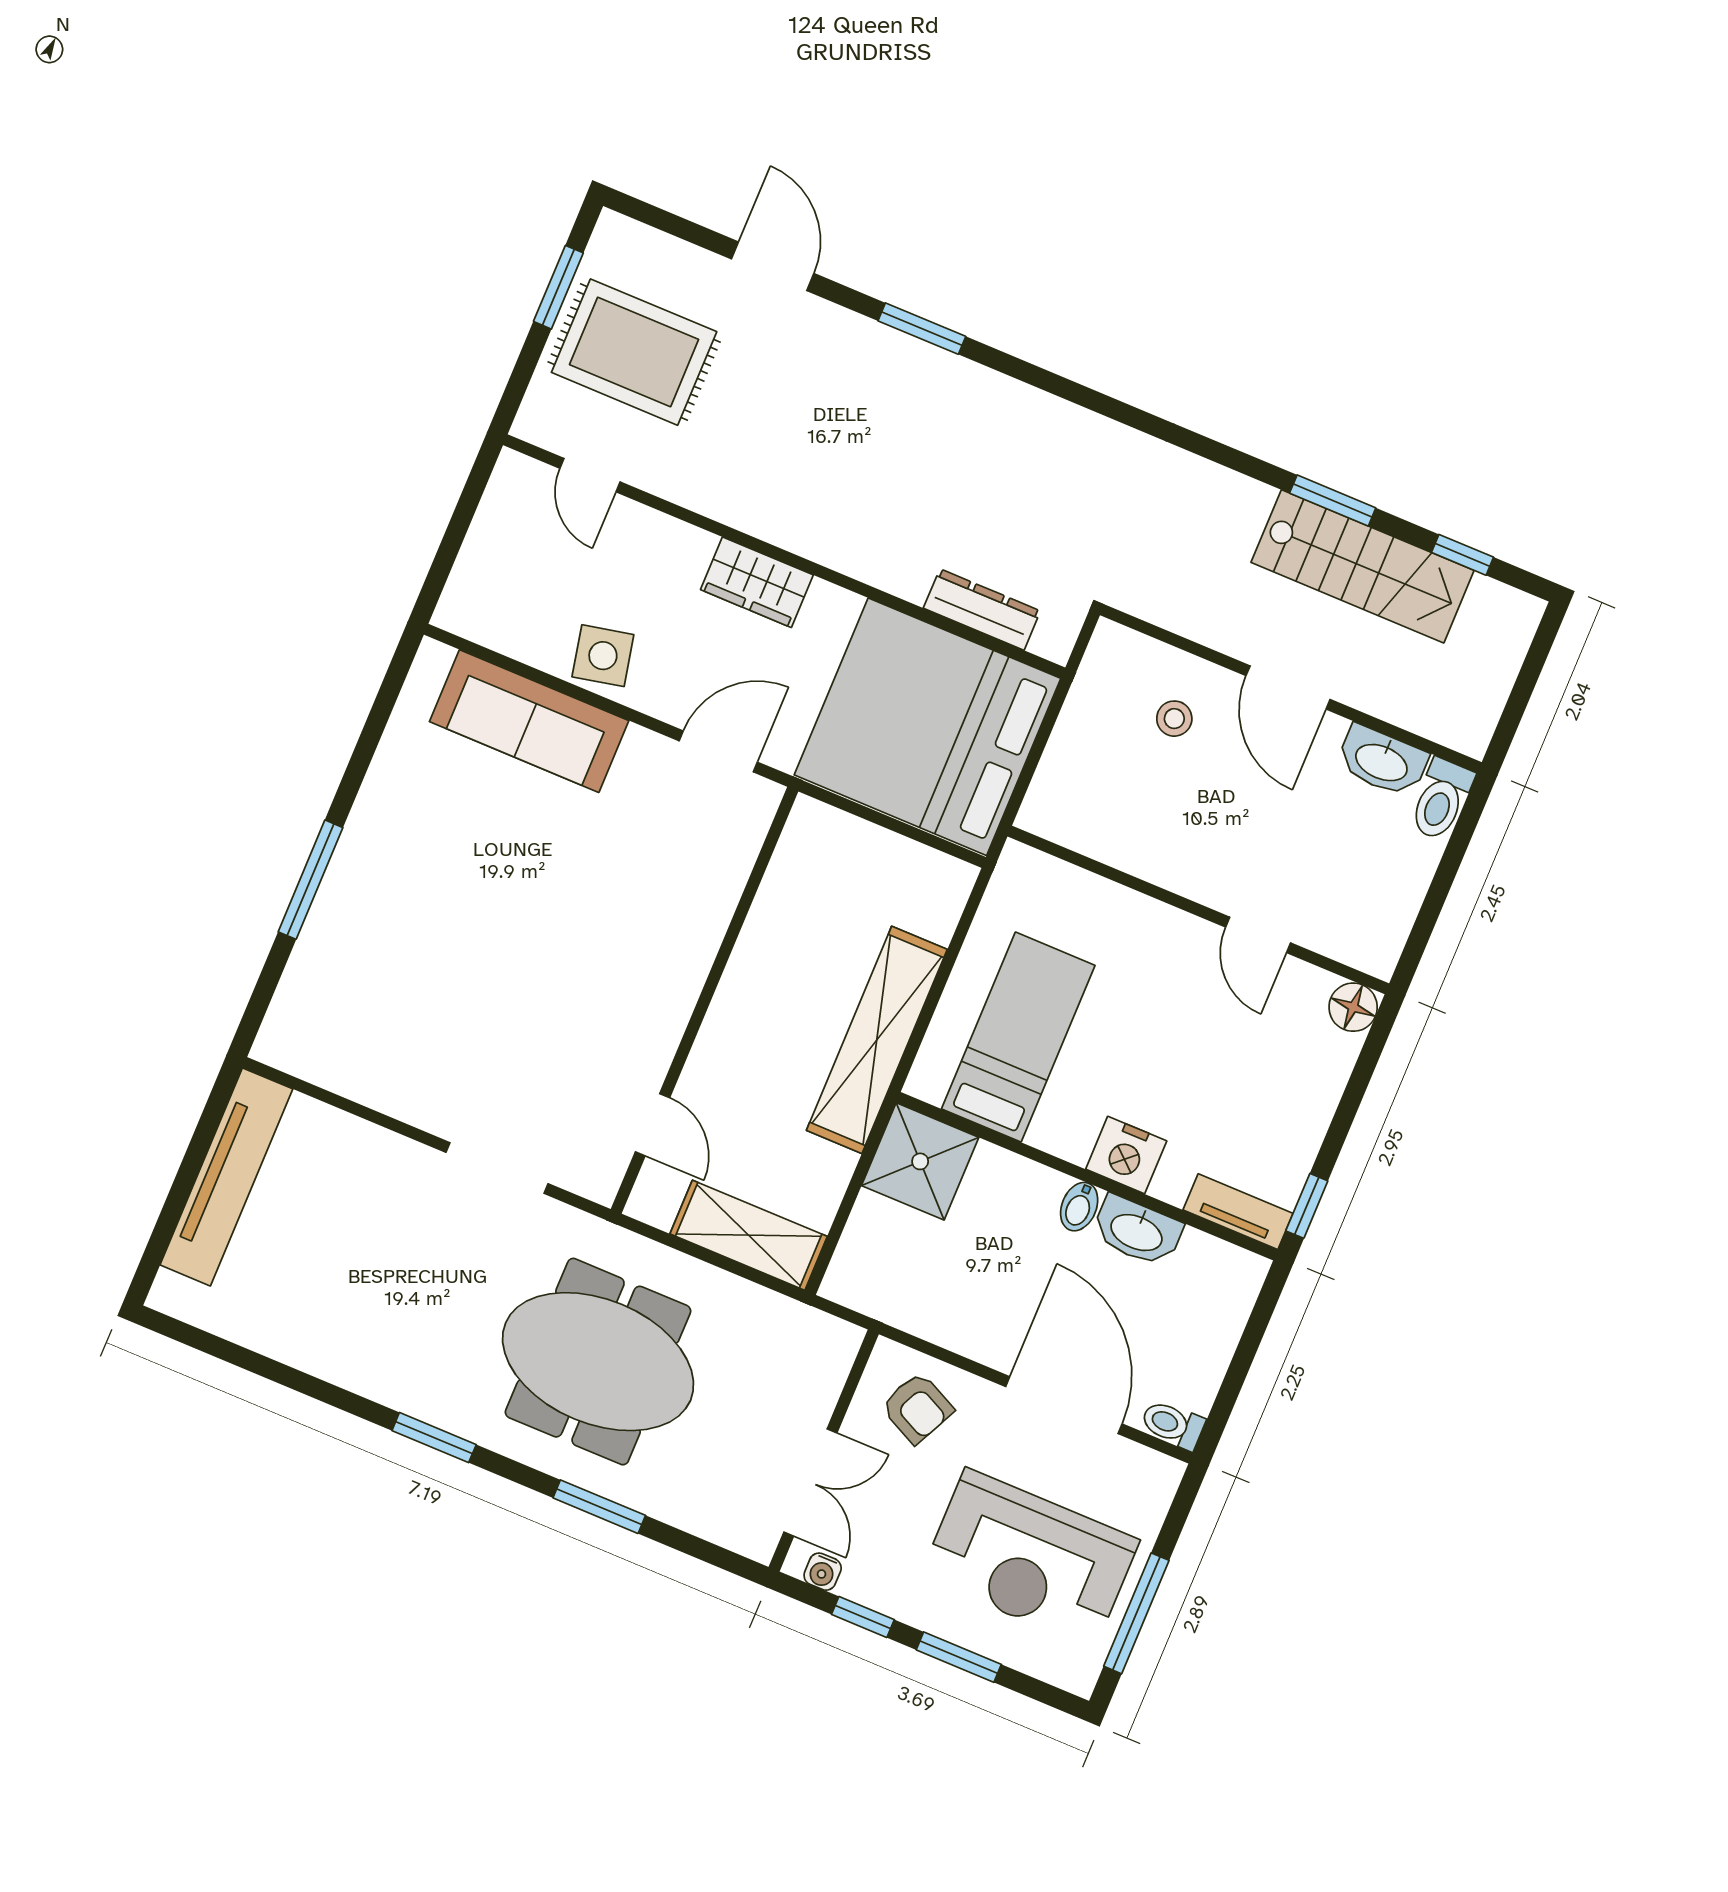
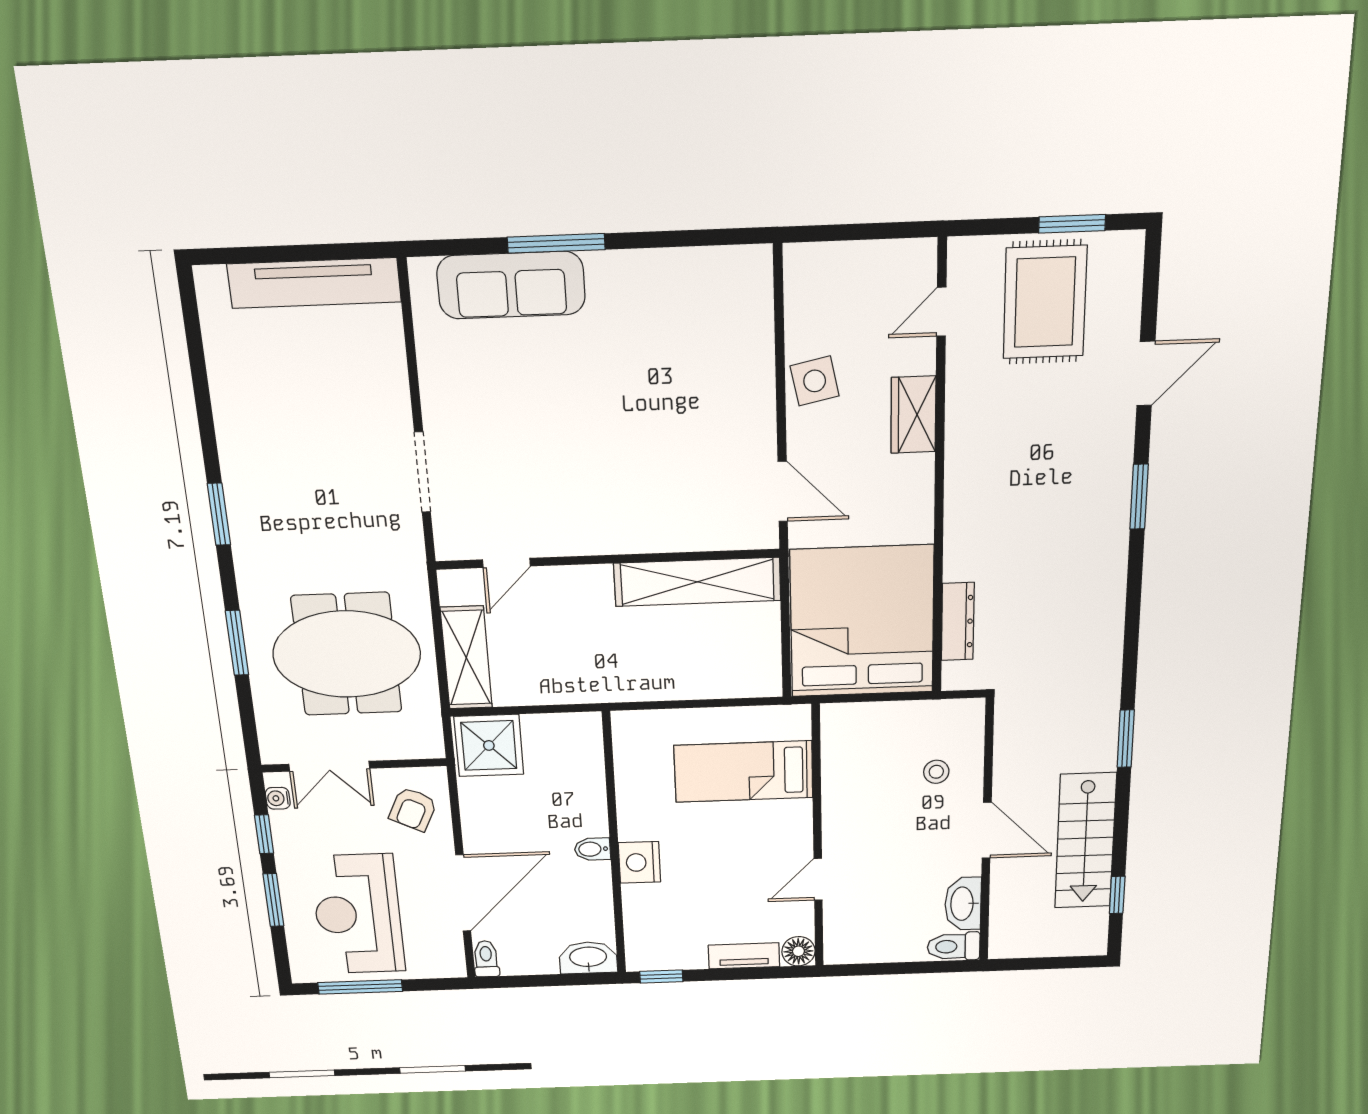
window: (1333, 500) -> (1126, 739), moved
wardrobe: (757, 582) -> (913, 415), moved
door: (1288, 688) -> (987, 830), swing flipped
sofa: (529, 721) -> (511, 285), moved, turned -90
bed: (1018, 1037) -> (744, 772), moved, turned 180
shelving: (877, 1040) -> (697, 582), moved
shower: (920, 1161) -> (489, 745), moved
tv unit: (1238, 1212) -> (744, 956), moved, turned -90
washbasin: (1137, 1231) -> (588, 958), moved, turned 90
meeting table: (598, 1362) -> (347, 654), moved, turned 90

